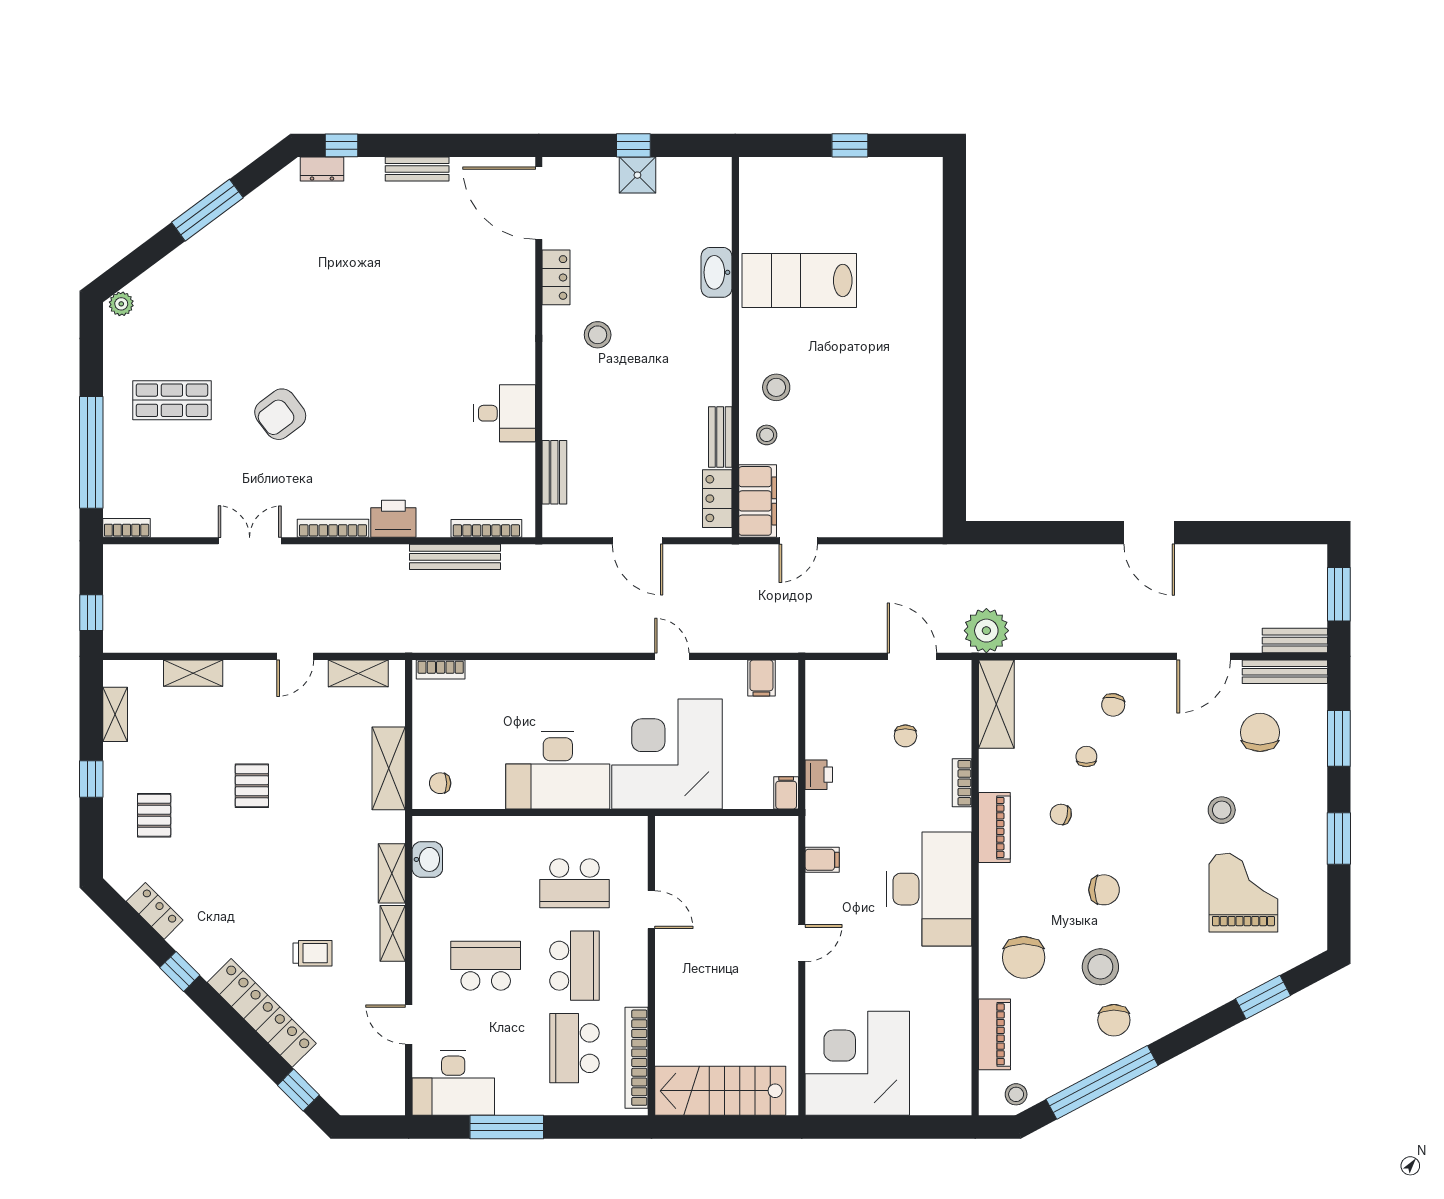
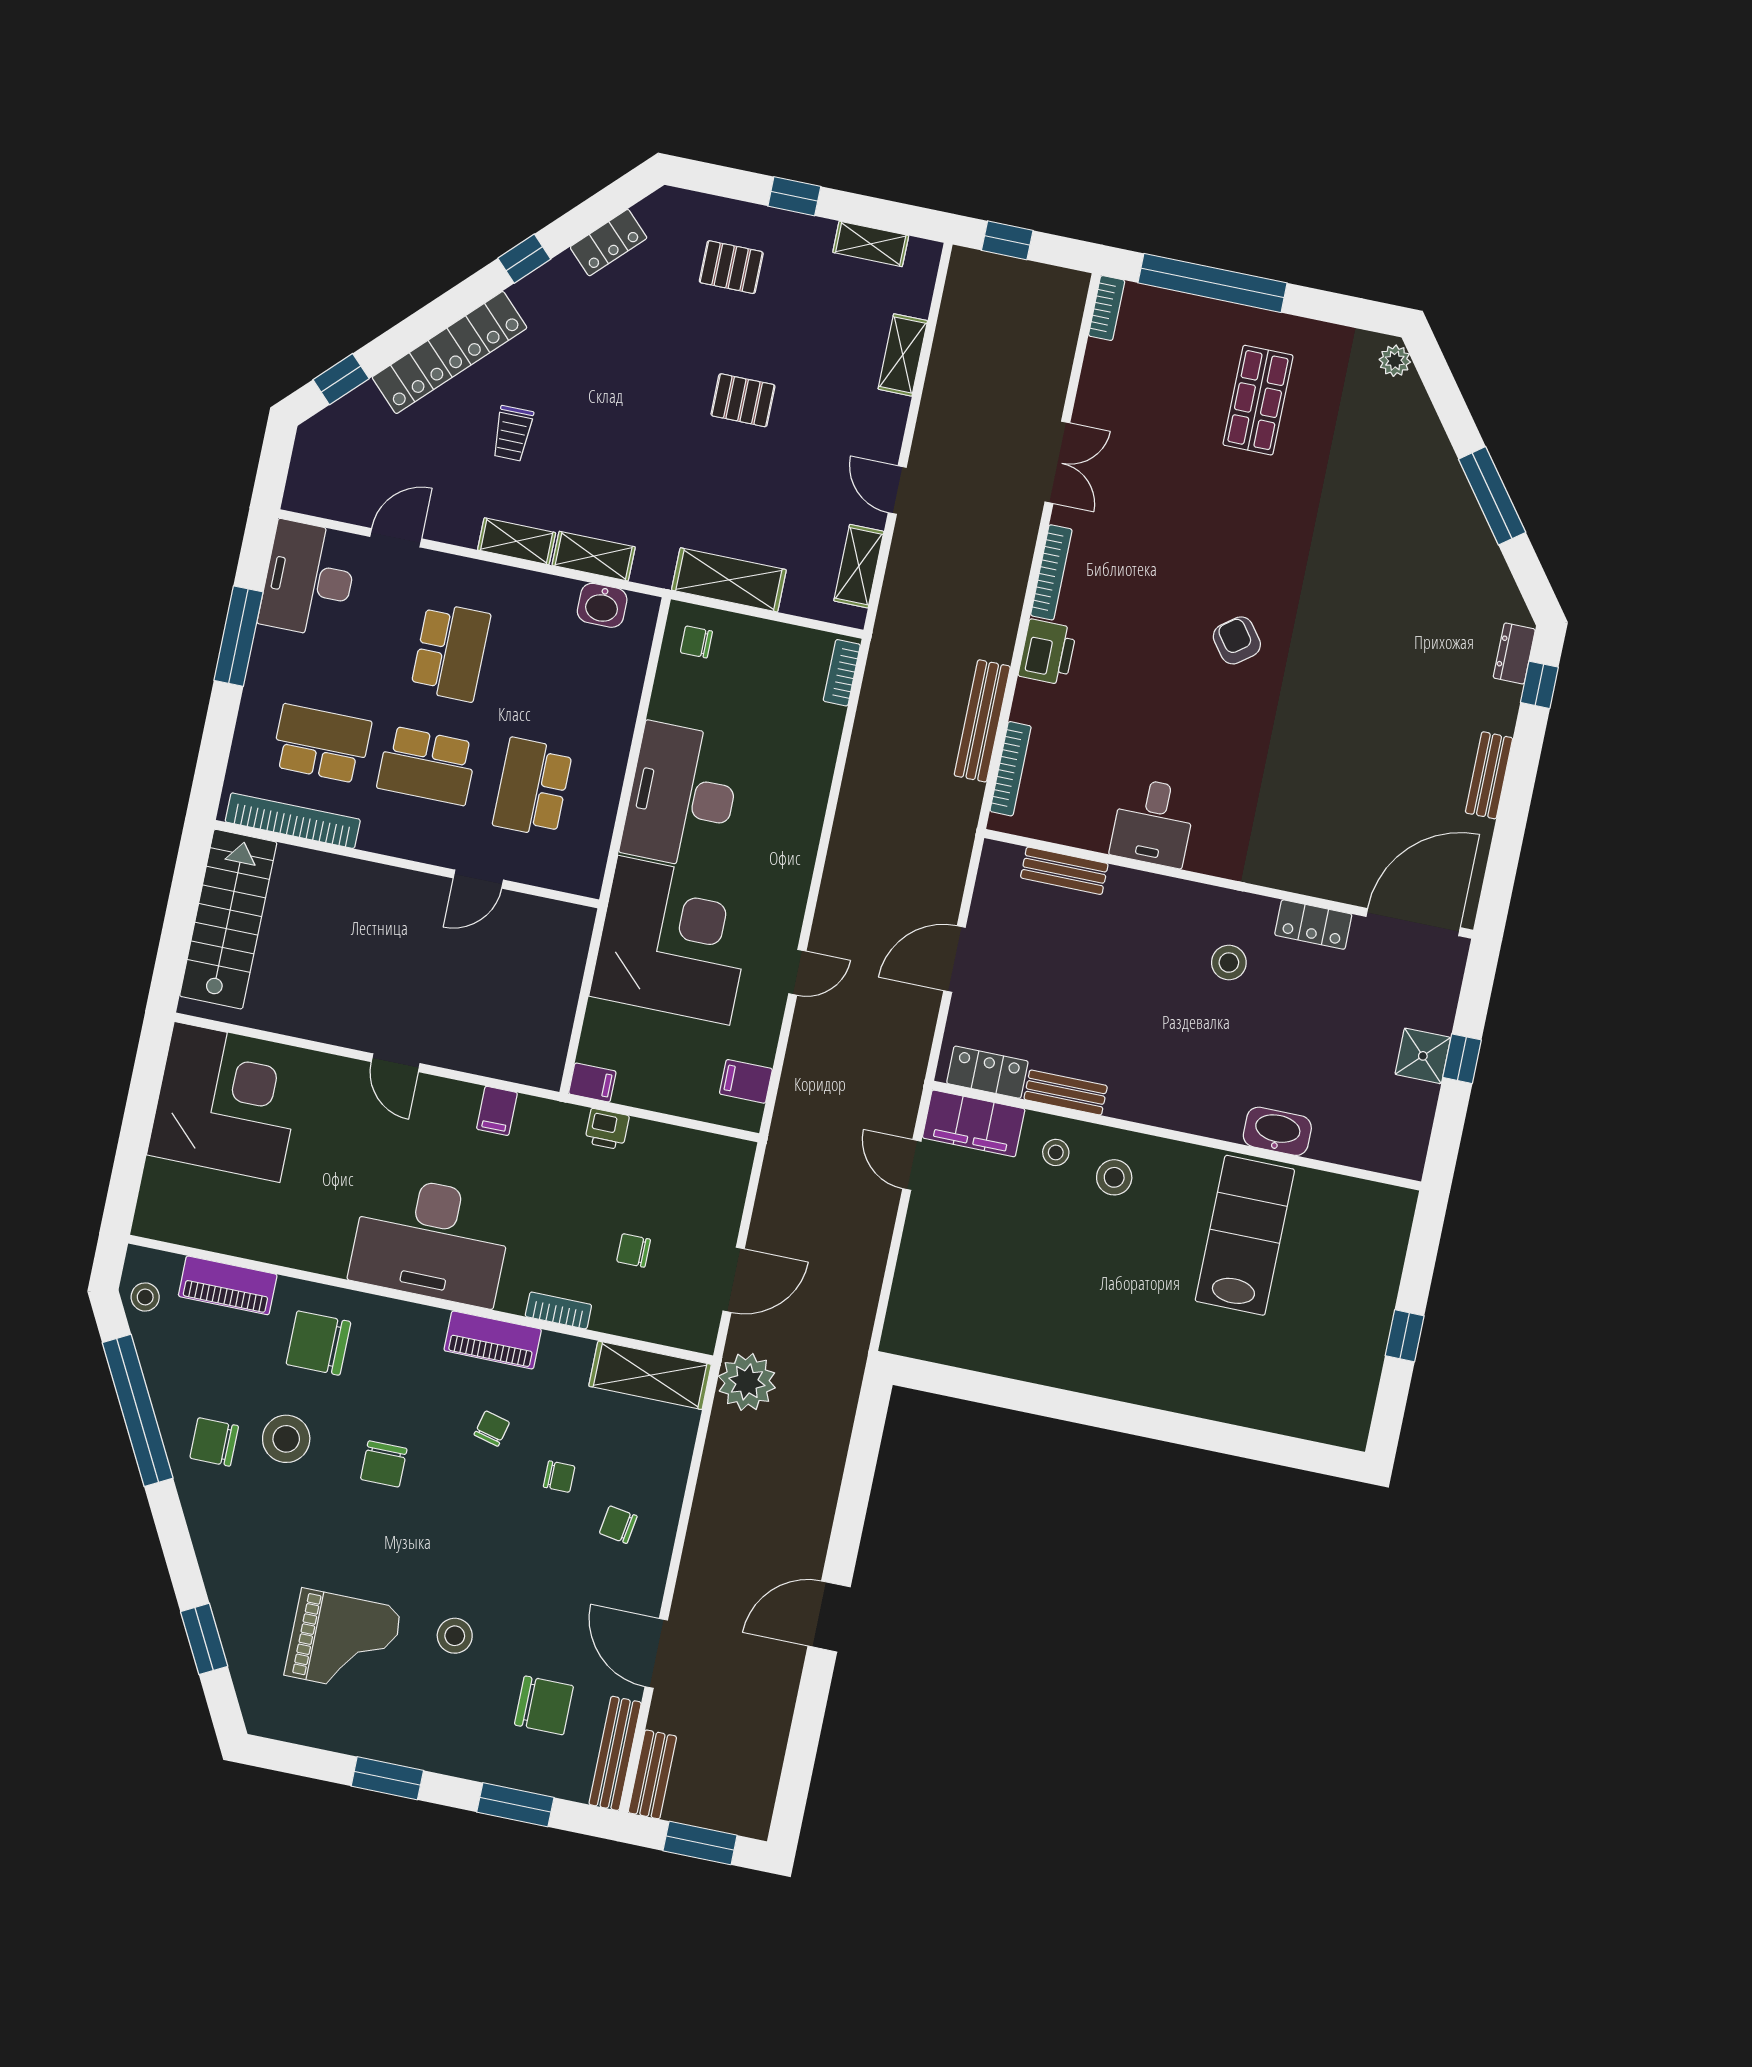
armchair: (280, 414) -> (1237, 640), moved, width x0.72, depth x0.72
chair: (440, 783) -> (696, 642), turned -90

